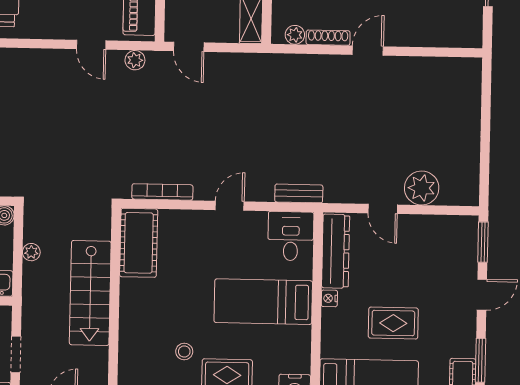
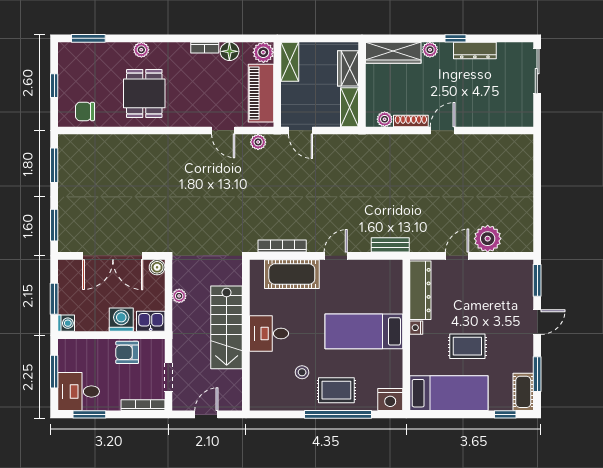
door: (383, 209) -> (457, 256), swing flipped
desk: (291, 236) -> (269, 333), moved, turned -90
cot: (139, 243) -> (292, 274), moved, turned 90

